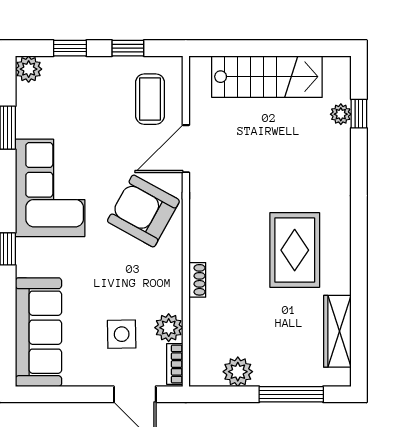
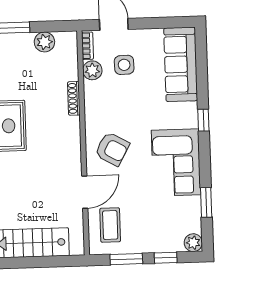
window: (128, 48) -> (126, 259), width x1.50
armchair: (143, 211) -> (112, 149), width x0.73, depth x0.73
shoe rack: (197, 280) -> (74, 98), width x1.43

